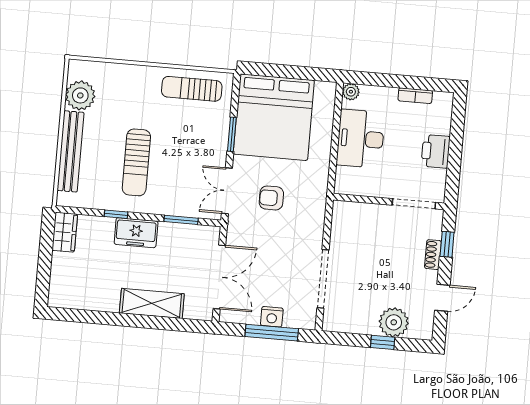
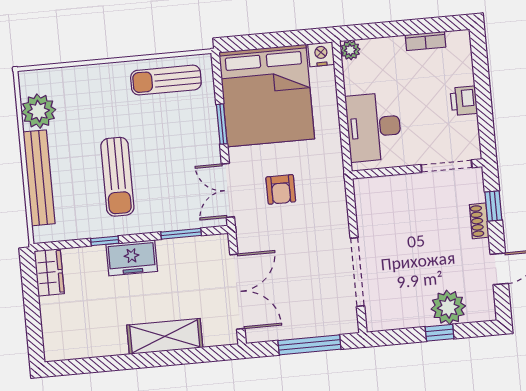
desk: (361, 139) -> (374, 127), moved
printer: (436, 151) -> (464, 101), width x0.73, depth x0.81
armchair: (271, 198) -> (281, 189), turned -90
nightstand: (272, 317) -> (321, 54), moved, turned 180

